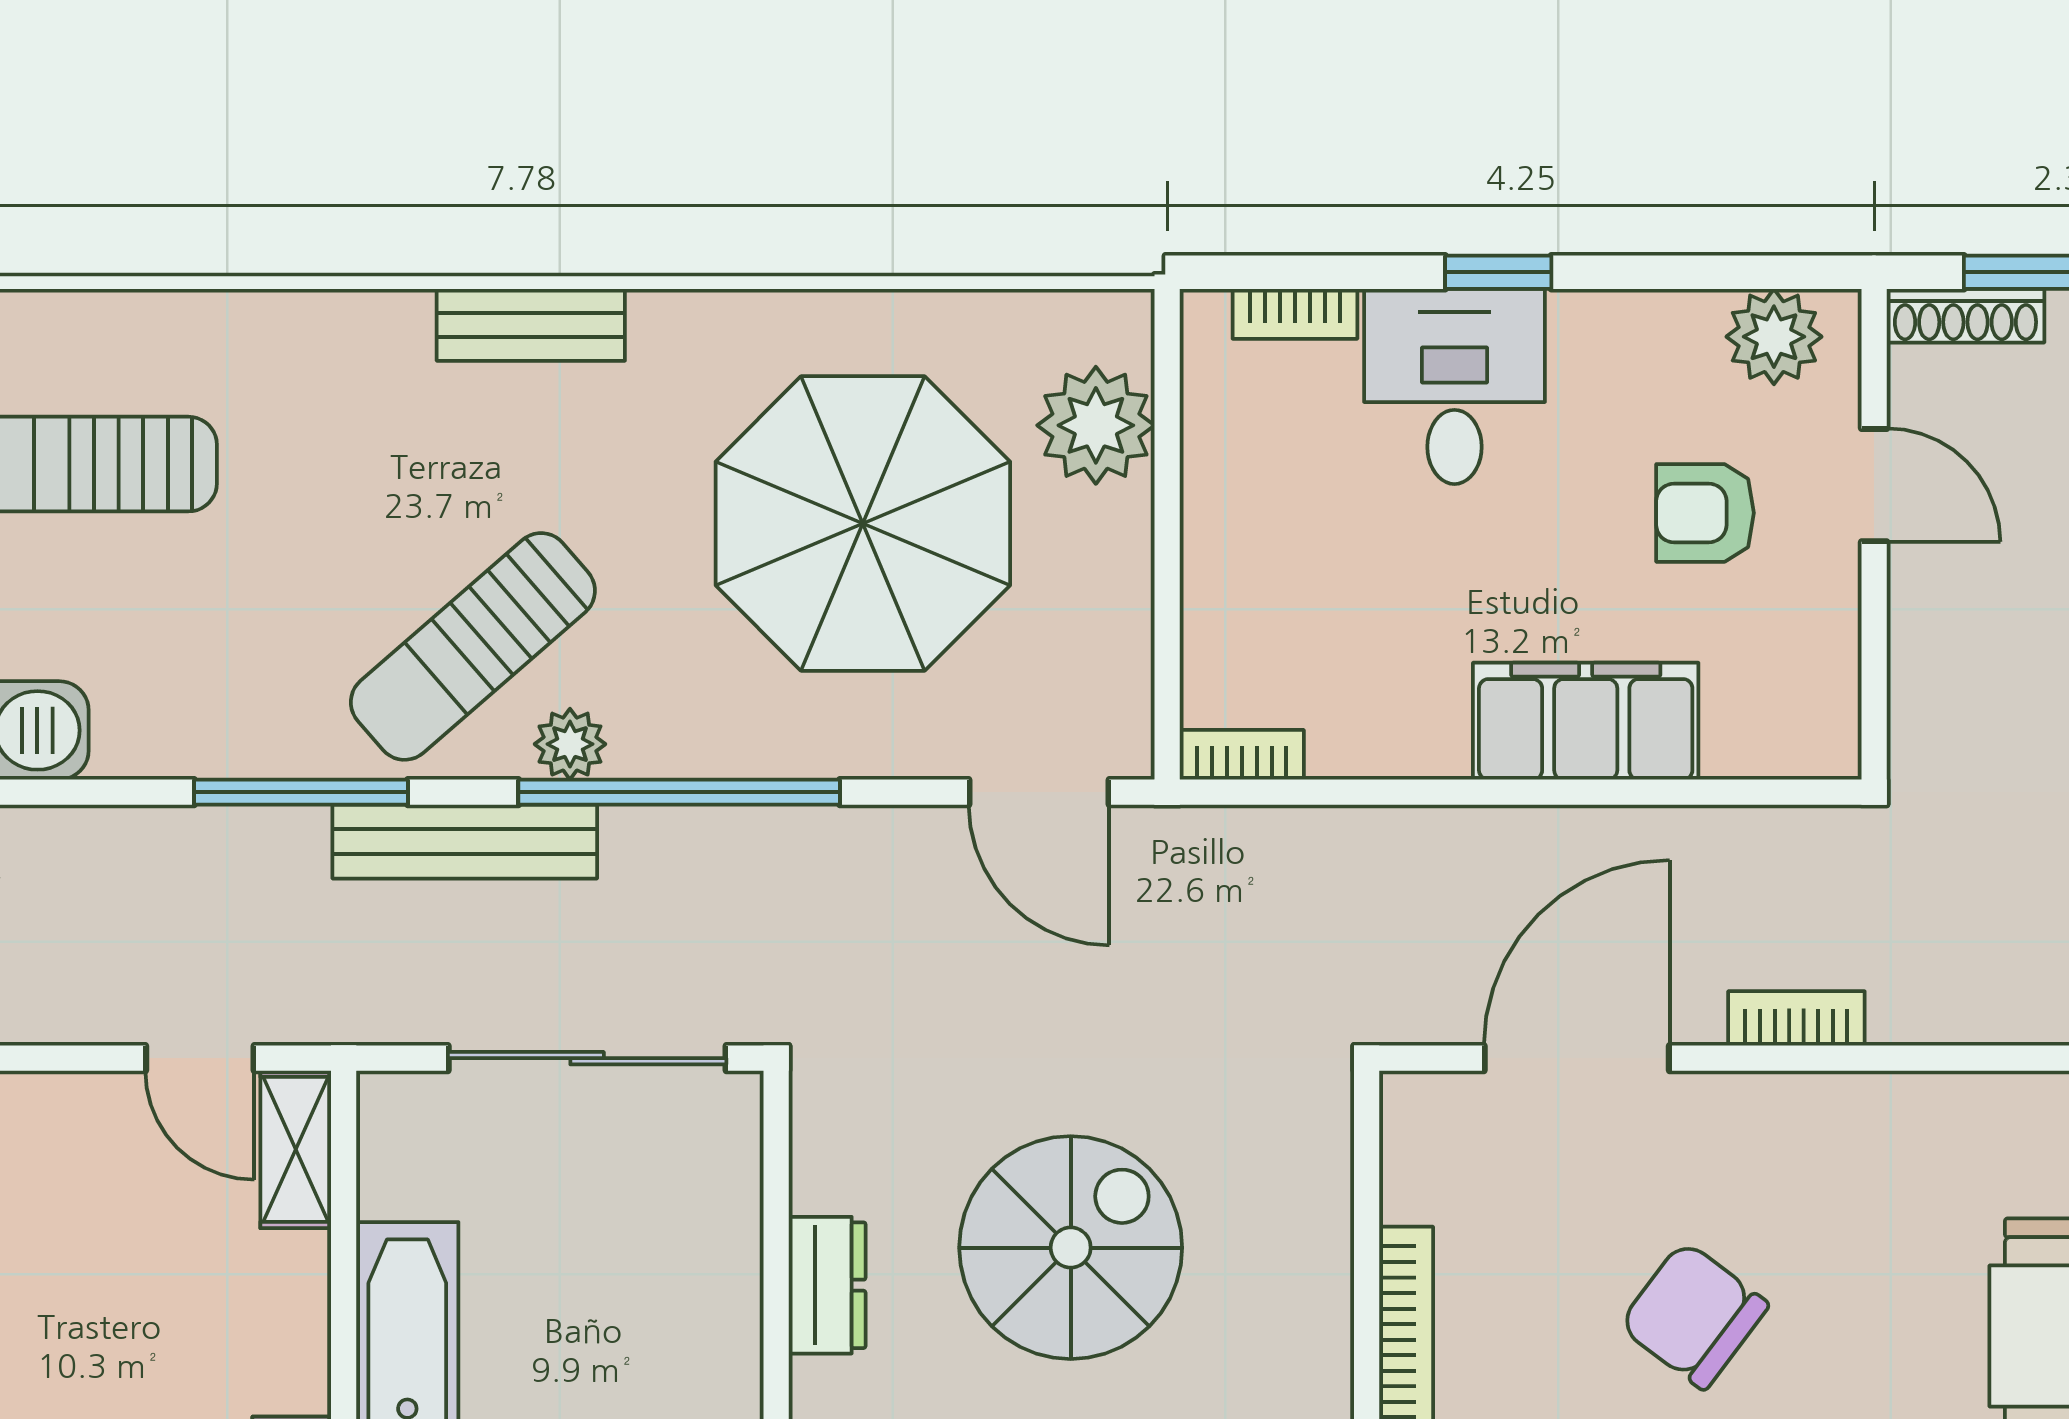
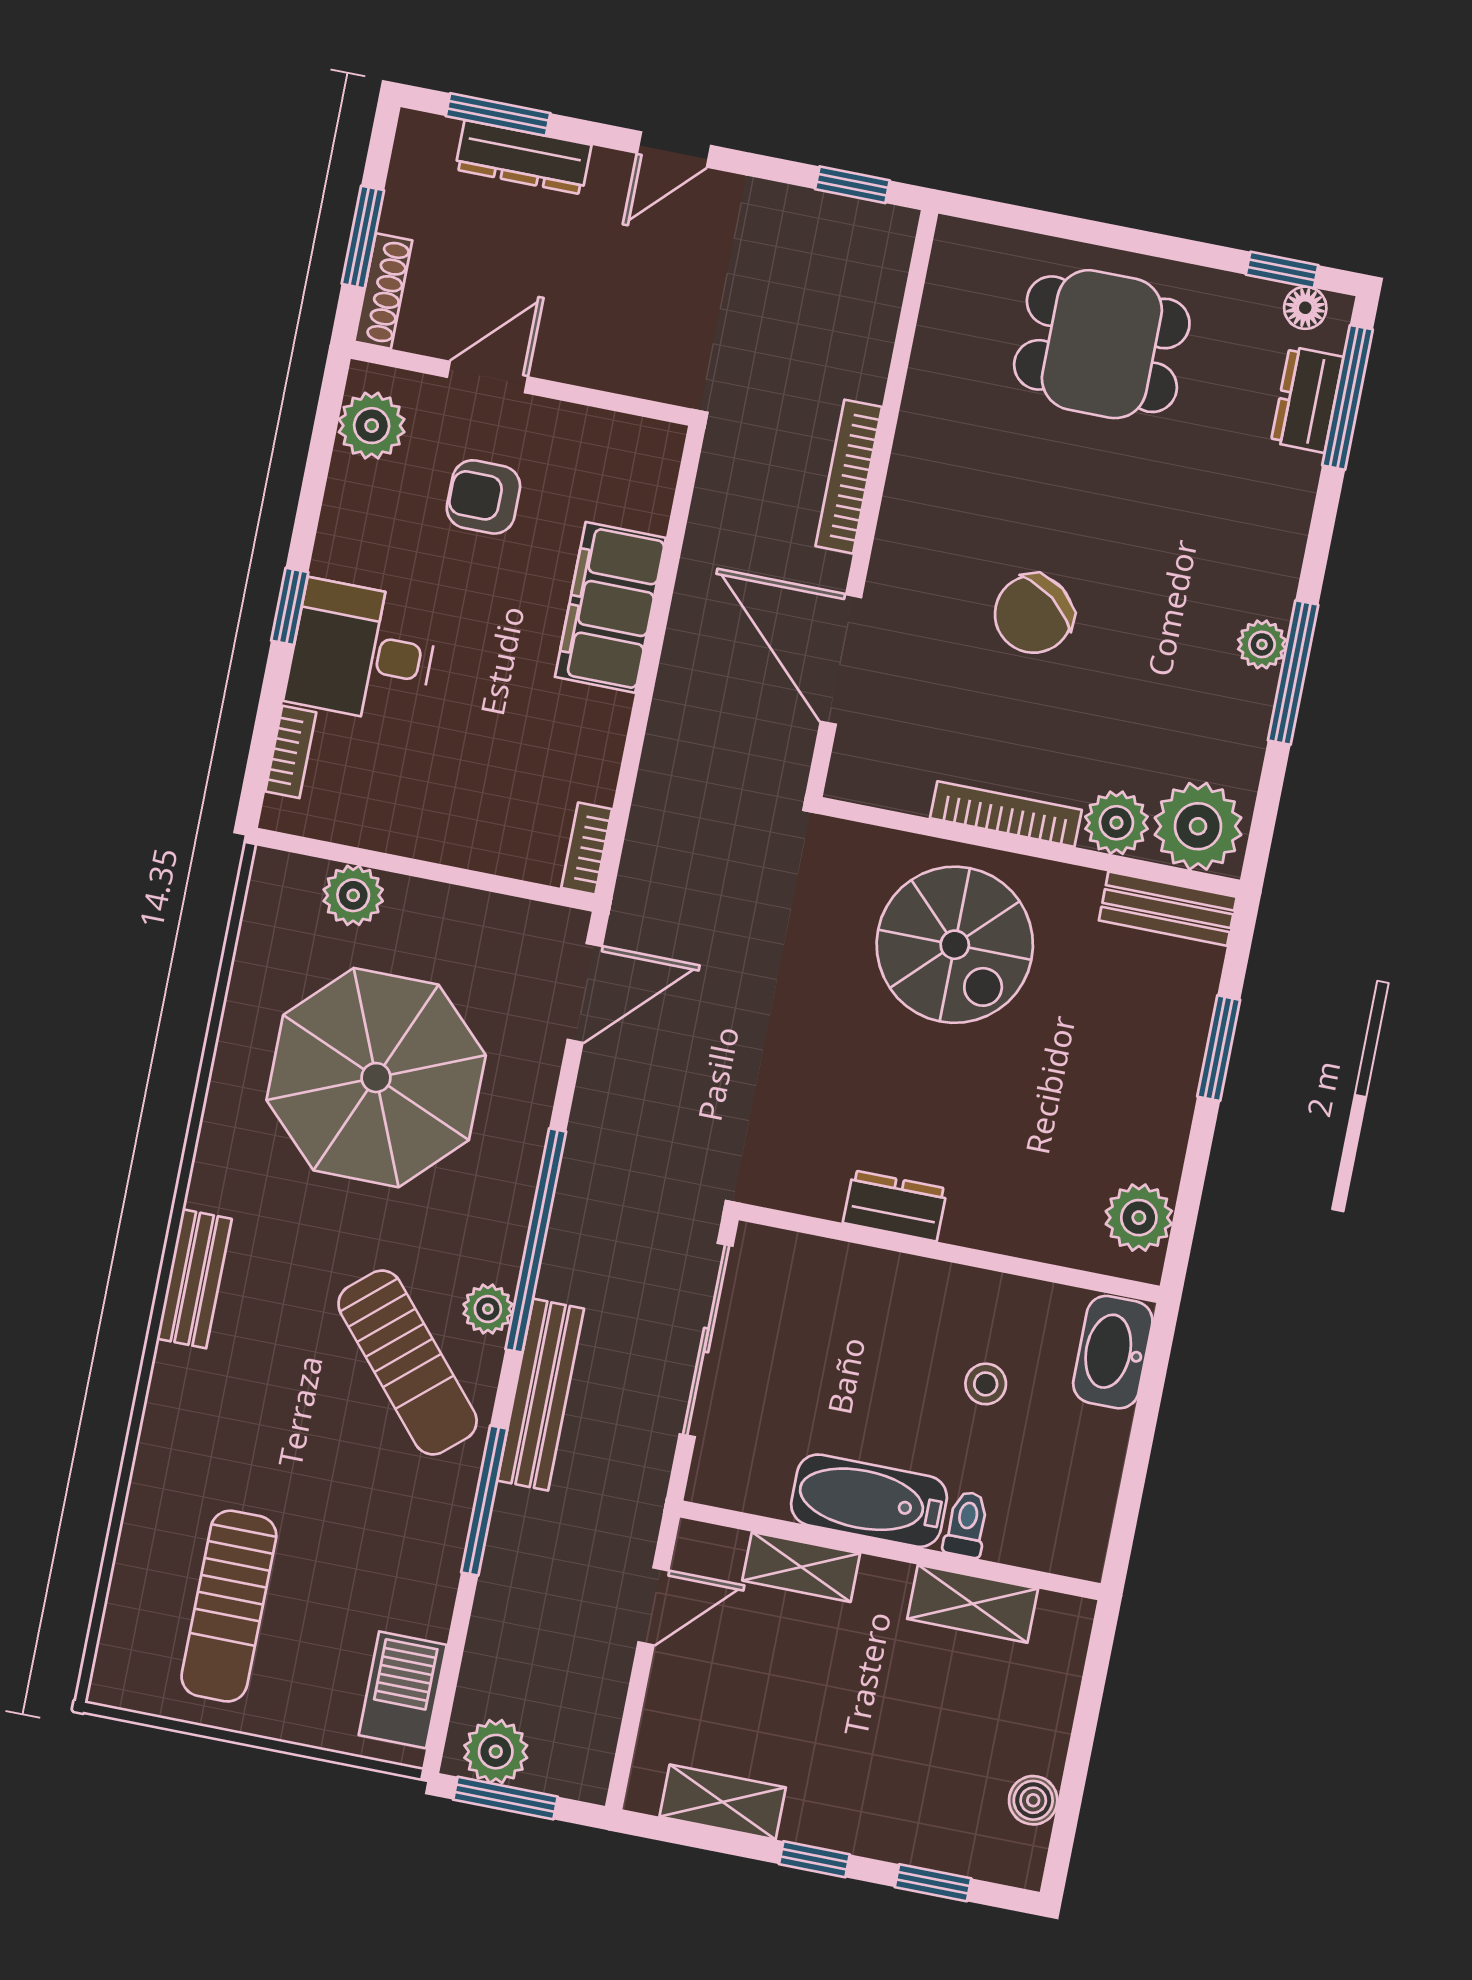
plant: (1096, 425) -> (353, 895), width x0.73, depth x0.73
armchair: (1705, 513) -> (483, 497), turned 90
bookcase: (1796, 1018) -> (849, 477), width x1.56
shelving: (296, 1149) -> (801, 1567), moved
spiral stairs: (1071, 1248) -> (955, 945), moved, turned 180

